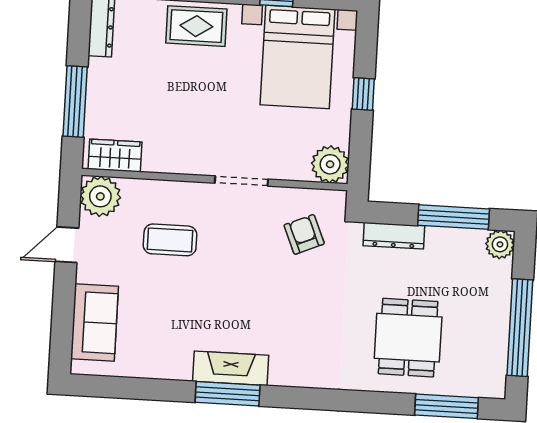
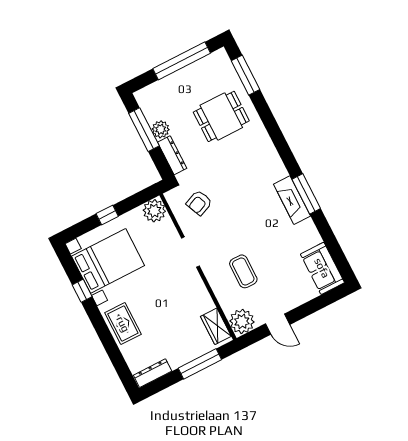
plant: (500, 244) -> (161, 129), moved
sofa: (95, 322) -> (322, 268), moved, turned -90

